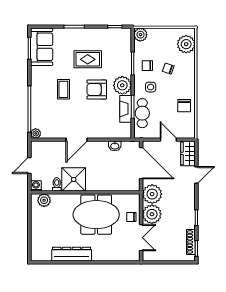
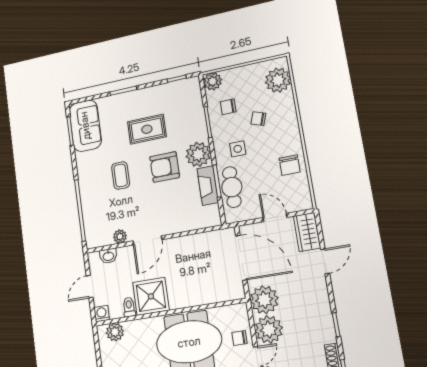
chair: (147, 66) -> (228, 107), moved
plant: (36, 133) -> (120, 237), moved
washbasin: (115, 146) -> (108, 256), moved

